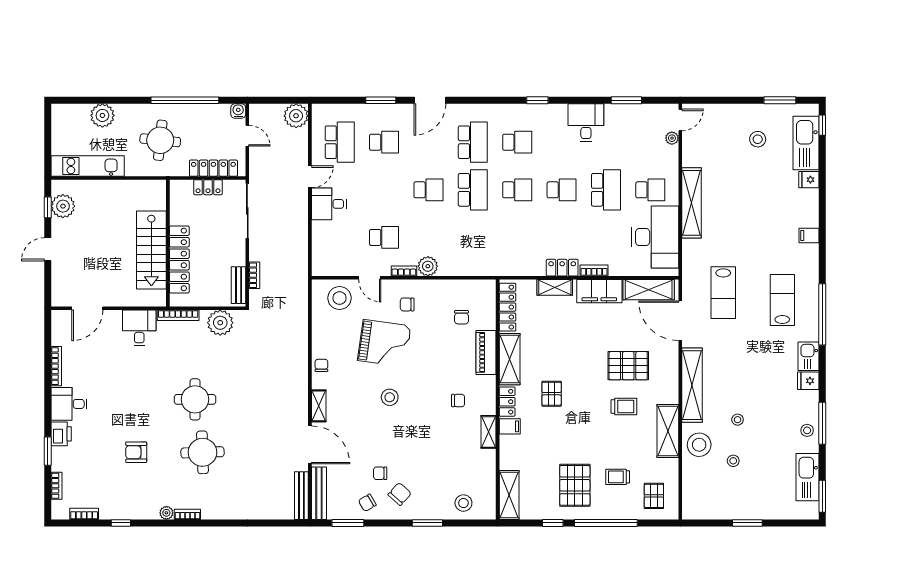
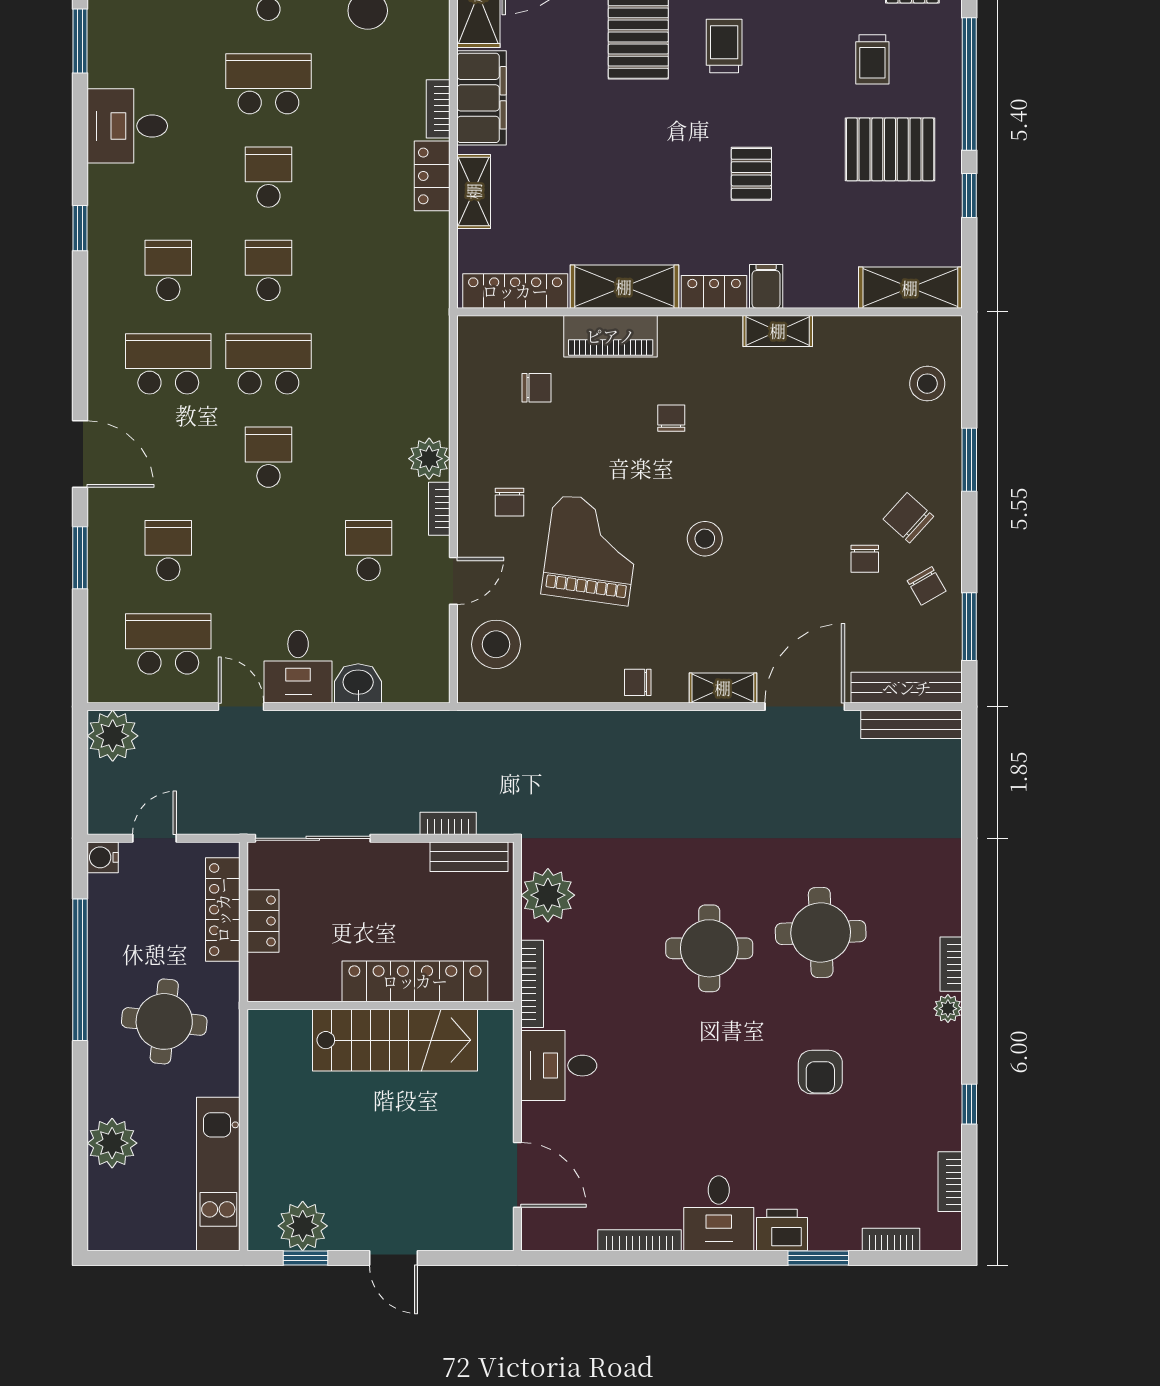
washbasin: (321, 232) -> (358, 683), added
pallet: (552, 394) -> (751, 174), moved, turned 90
chair: (458, 401) -> (671, 418), moved

